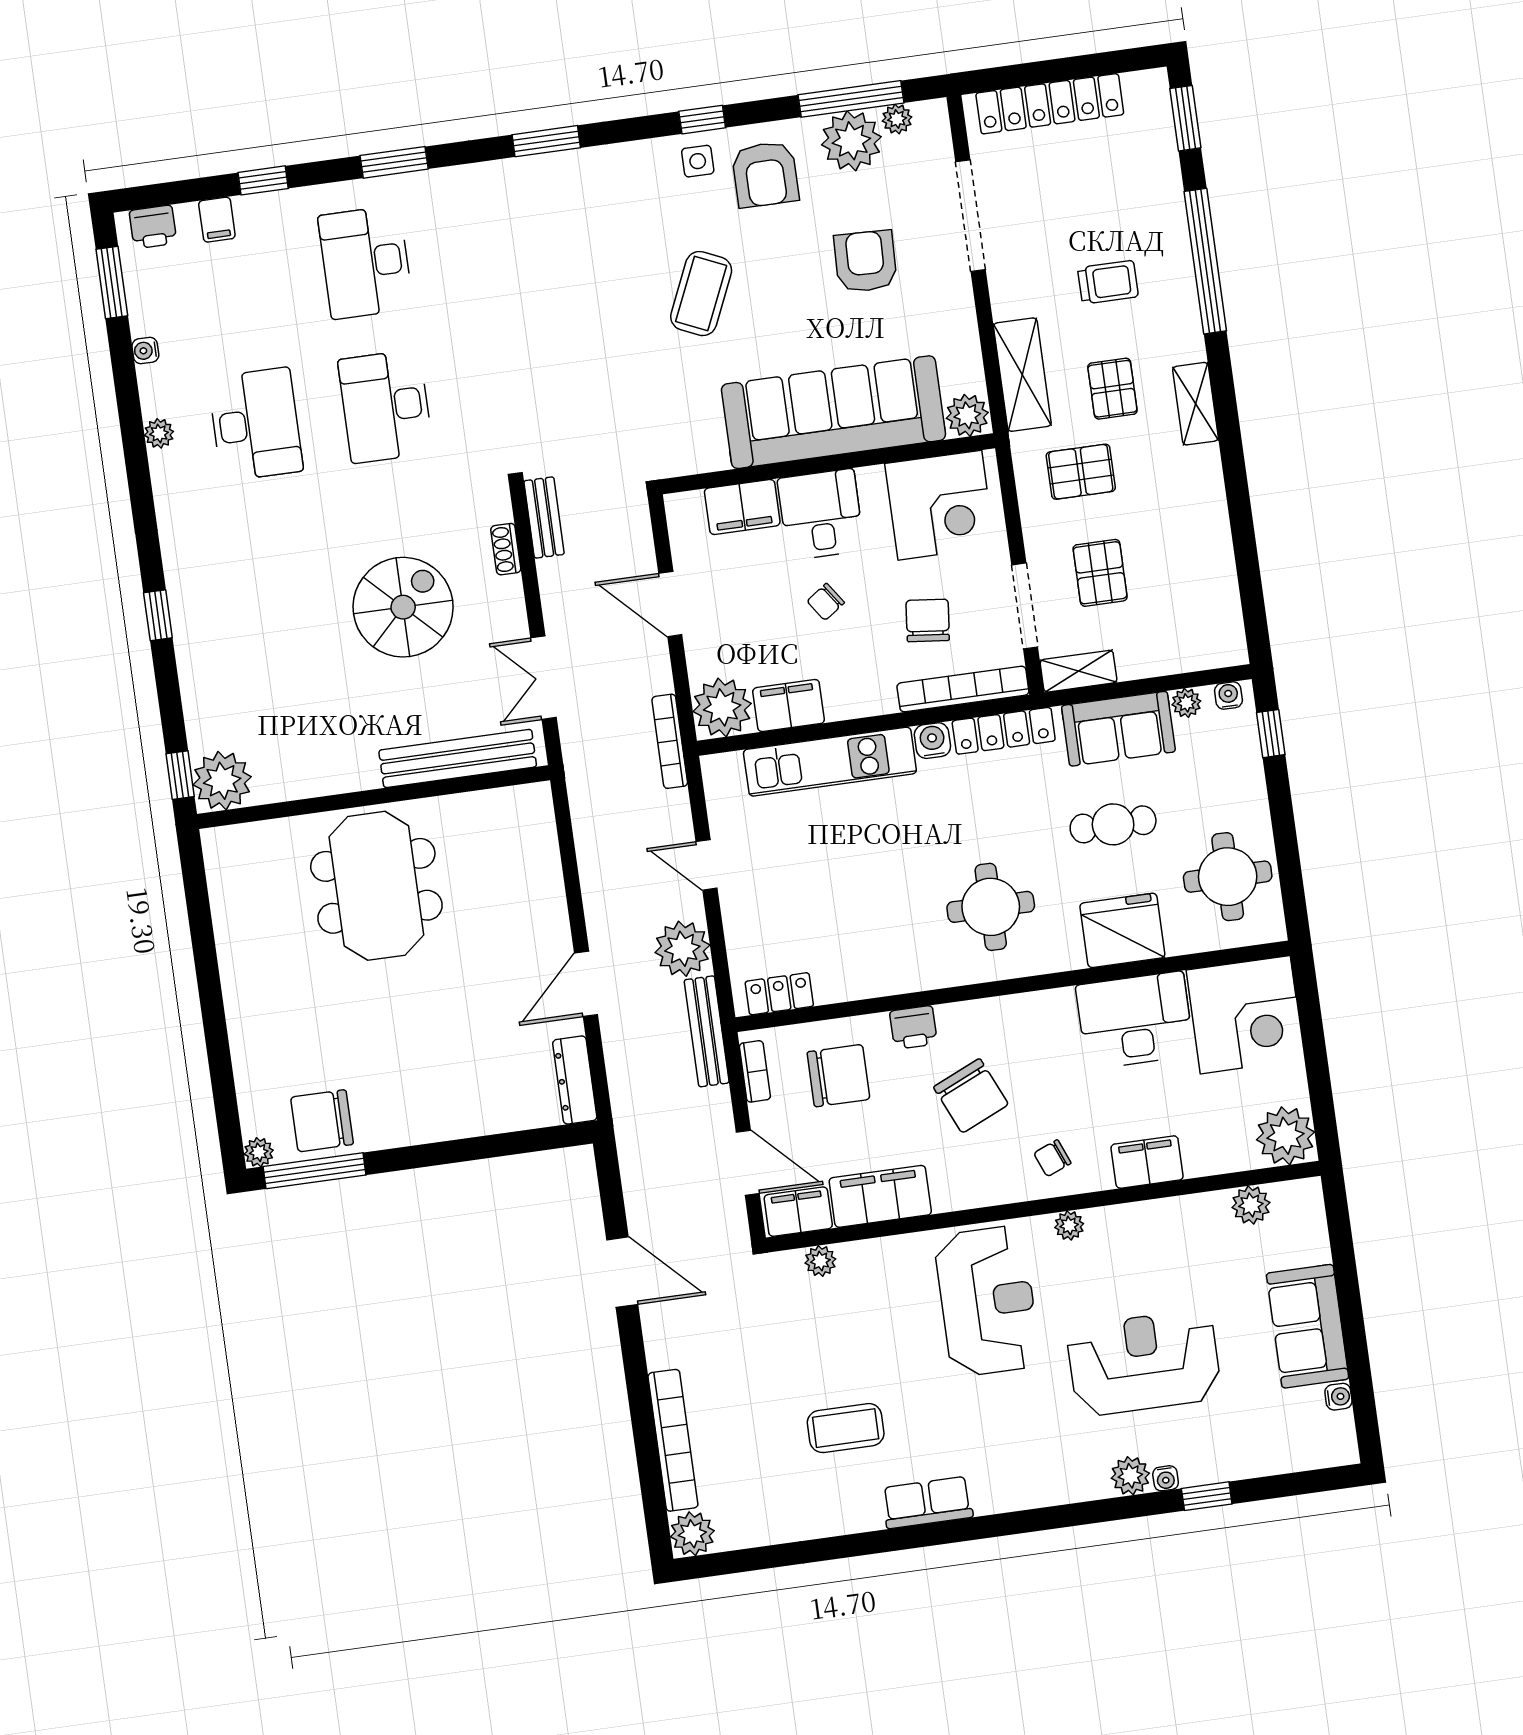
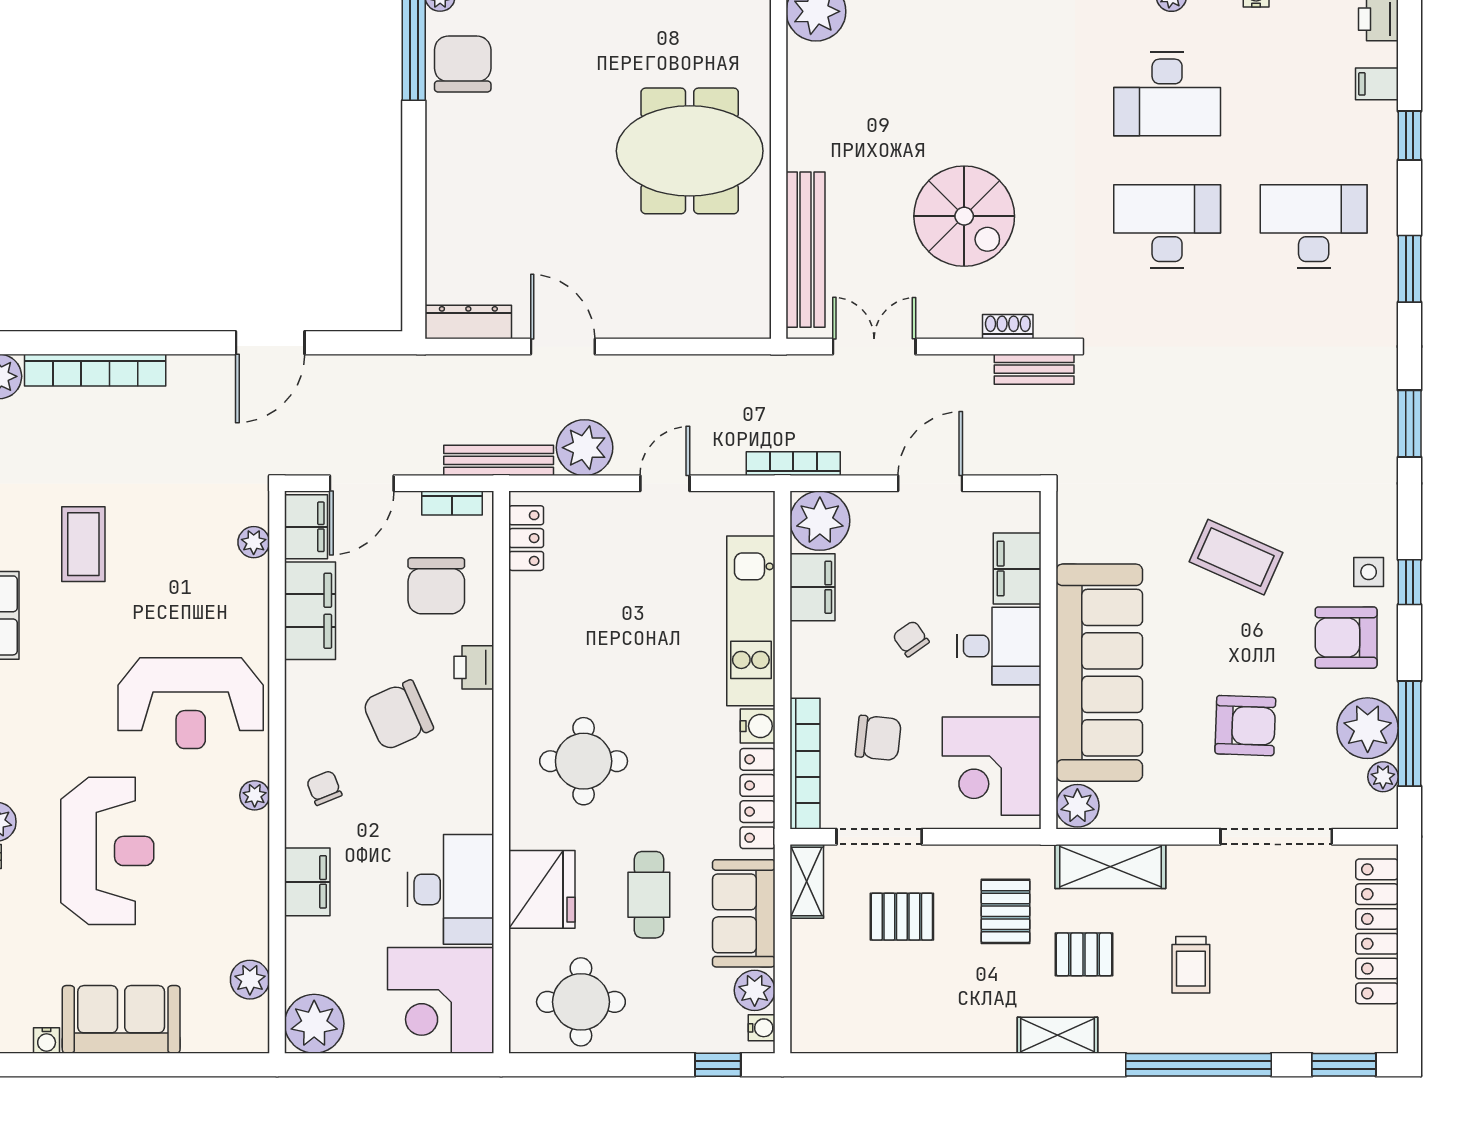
plant: (1186, 703) -> (755, 990), width x1.38, depth x1.38

